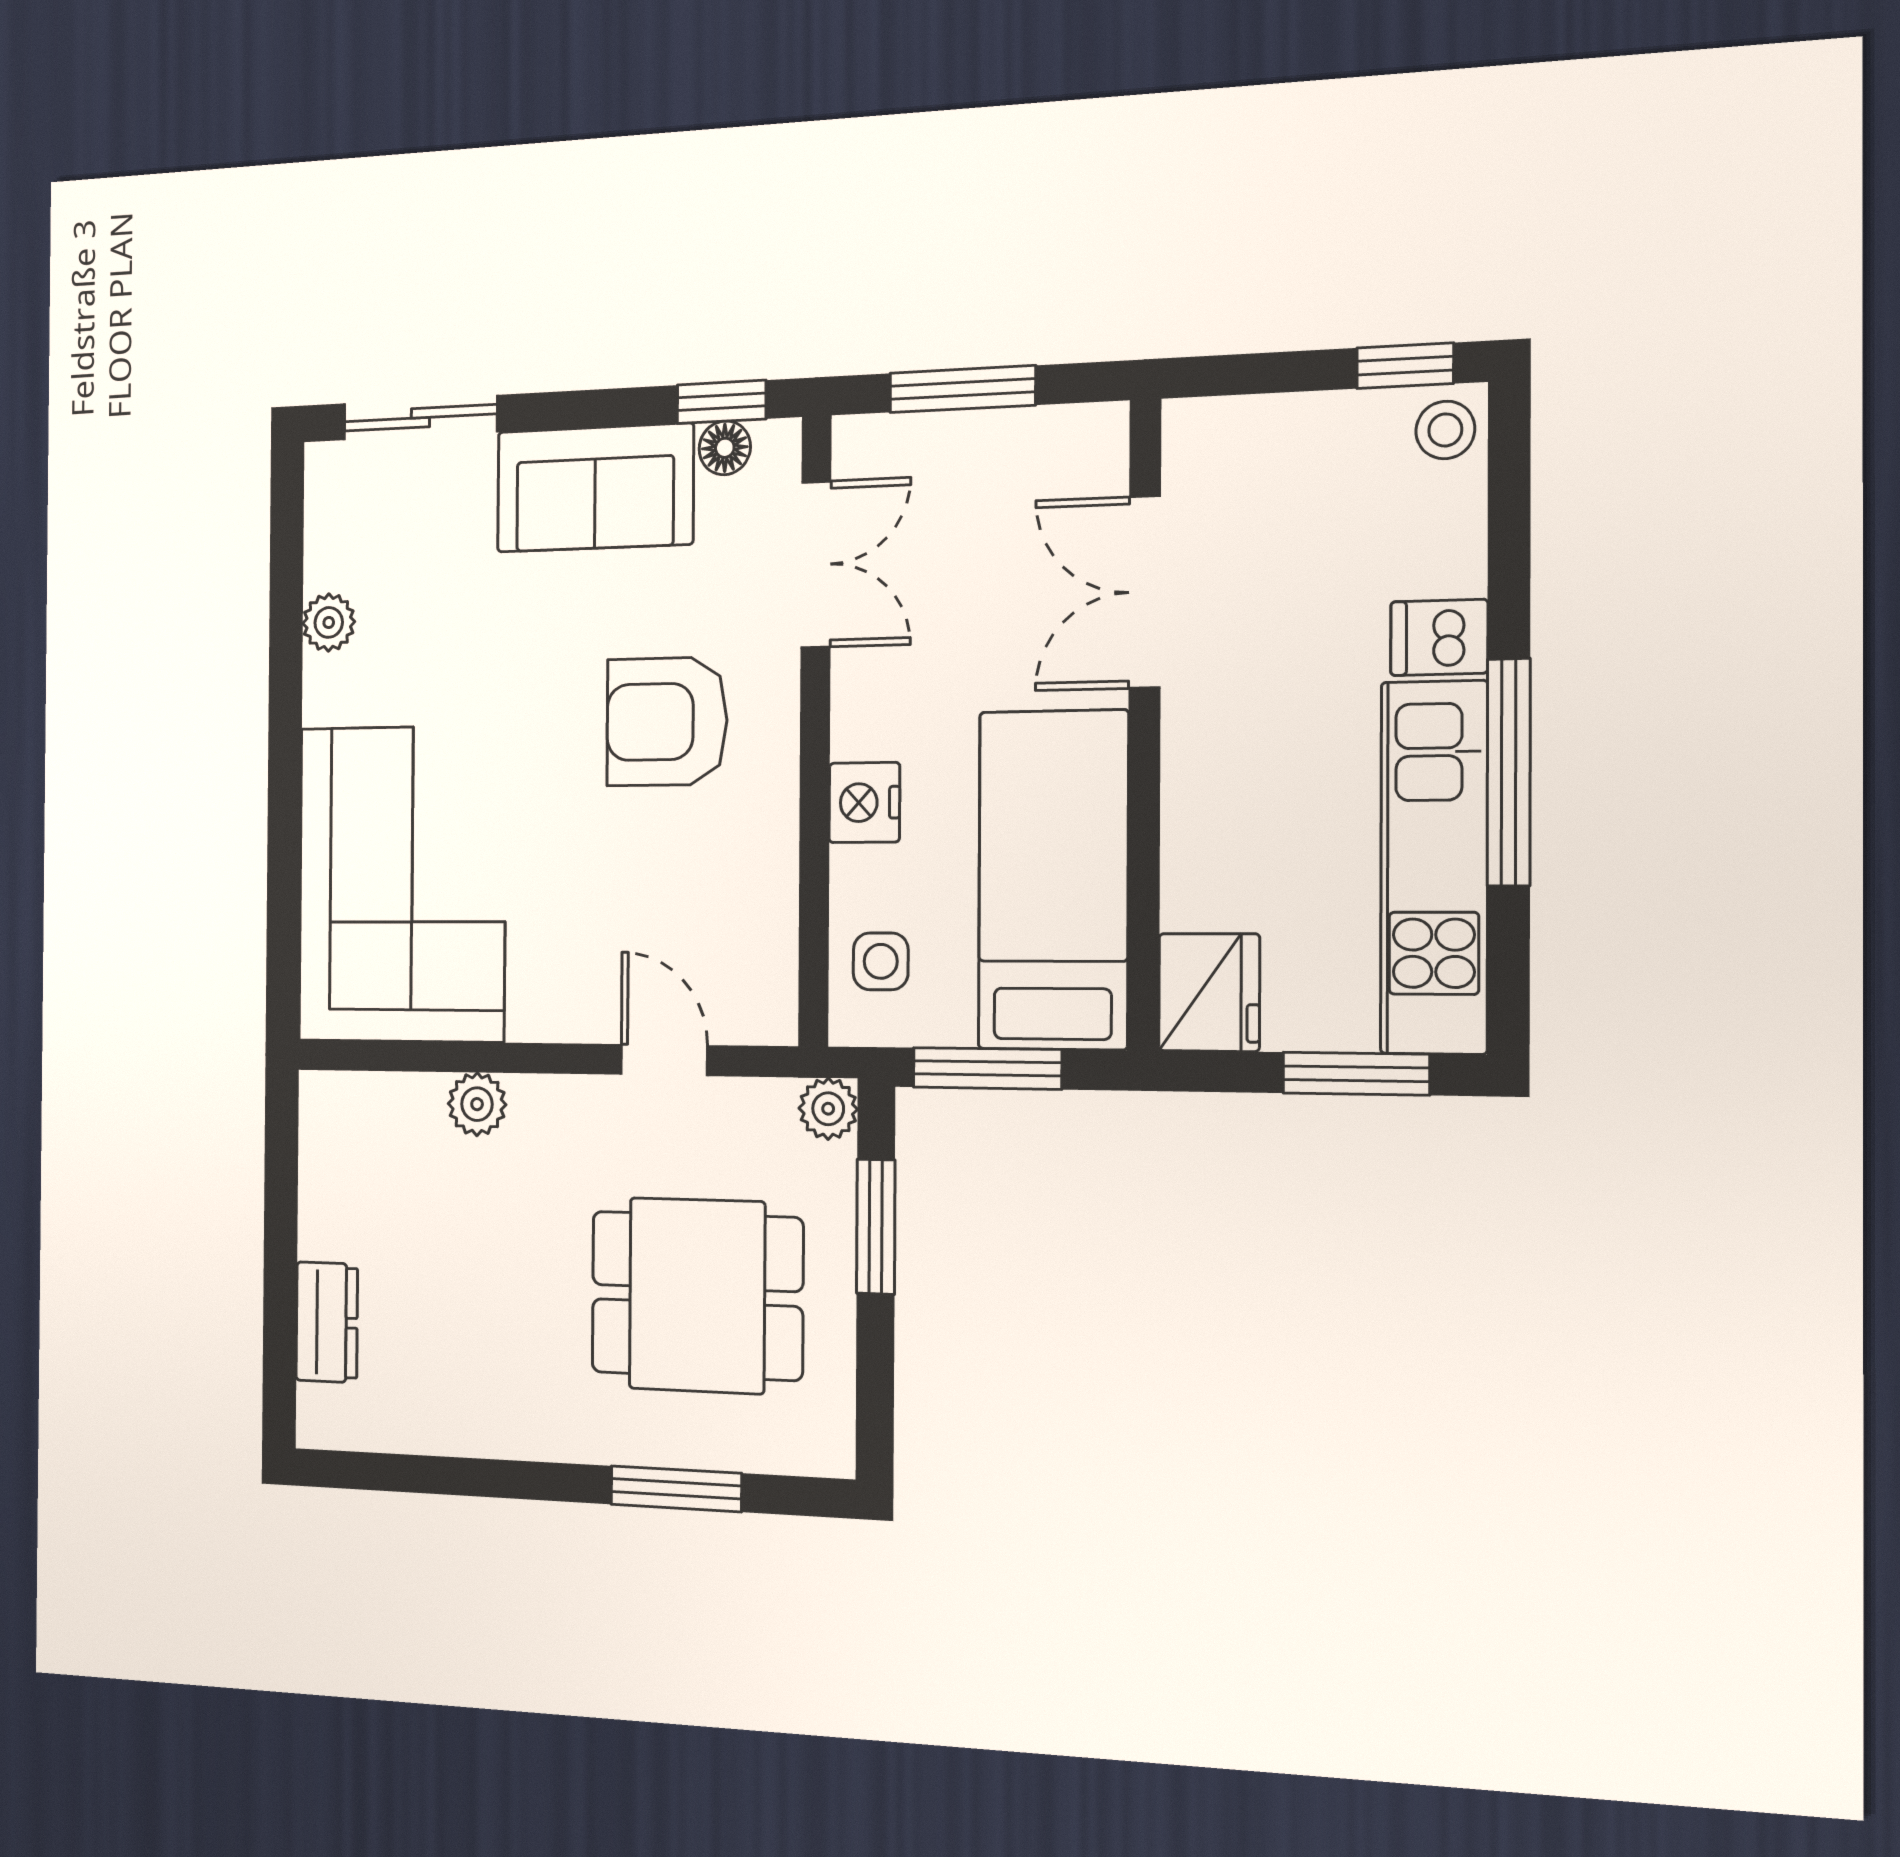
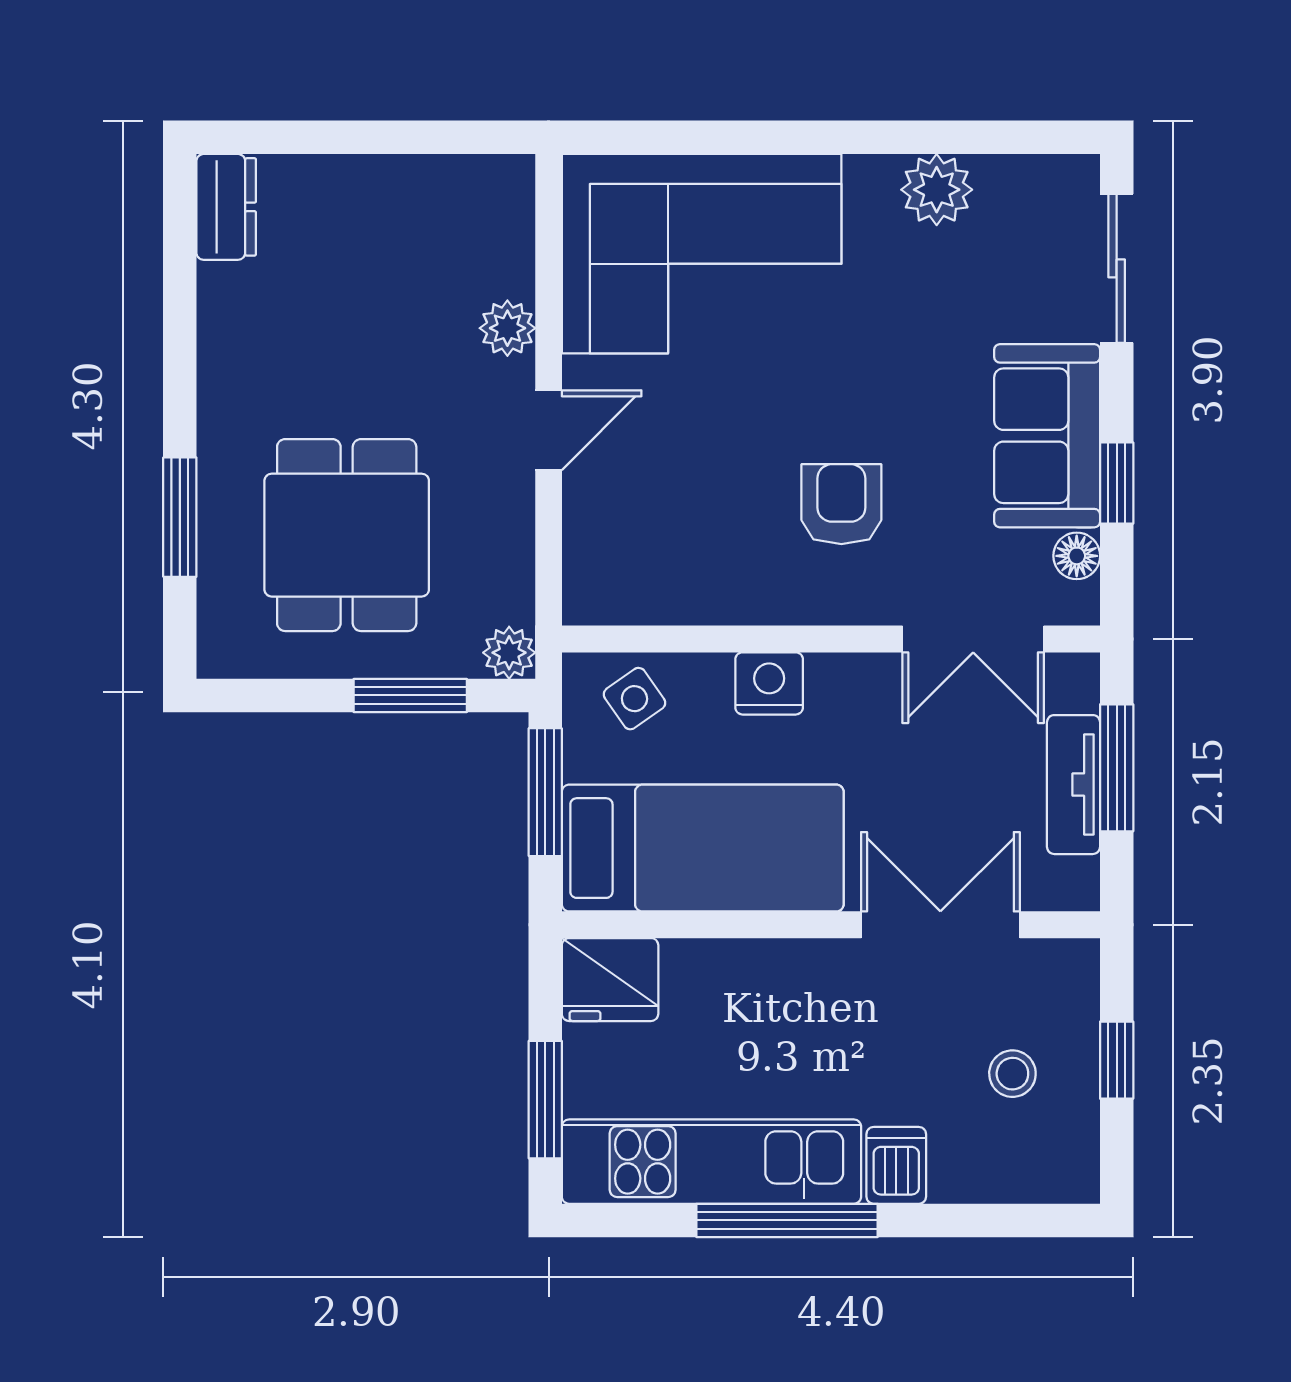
window: (1405, 366) -> (1117, 1060), moved
window: (722, 402) -> (1117, 483), moved
stool: (1445, 430) -> (1012, 1074), moved
tv unit: (981, 439) -> (1074, 785), added
plant: (329, 622) -> (937, 190), width x1.38, depth x1.38
armchair: (667, 722) -> (841, 504), width x0.72, depth x0.72
side table: (881, 961) -> (634, 699), turned -35
door: (664, 1060) -> (549, 430), moved
dresser: (327, 1322) -> (226, 207), moved, turned -90

